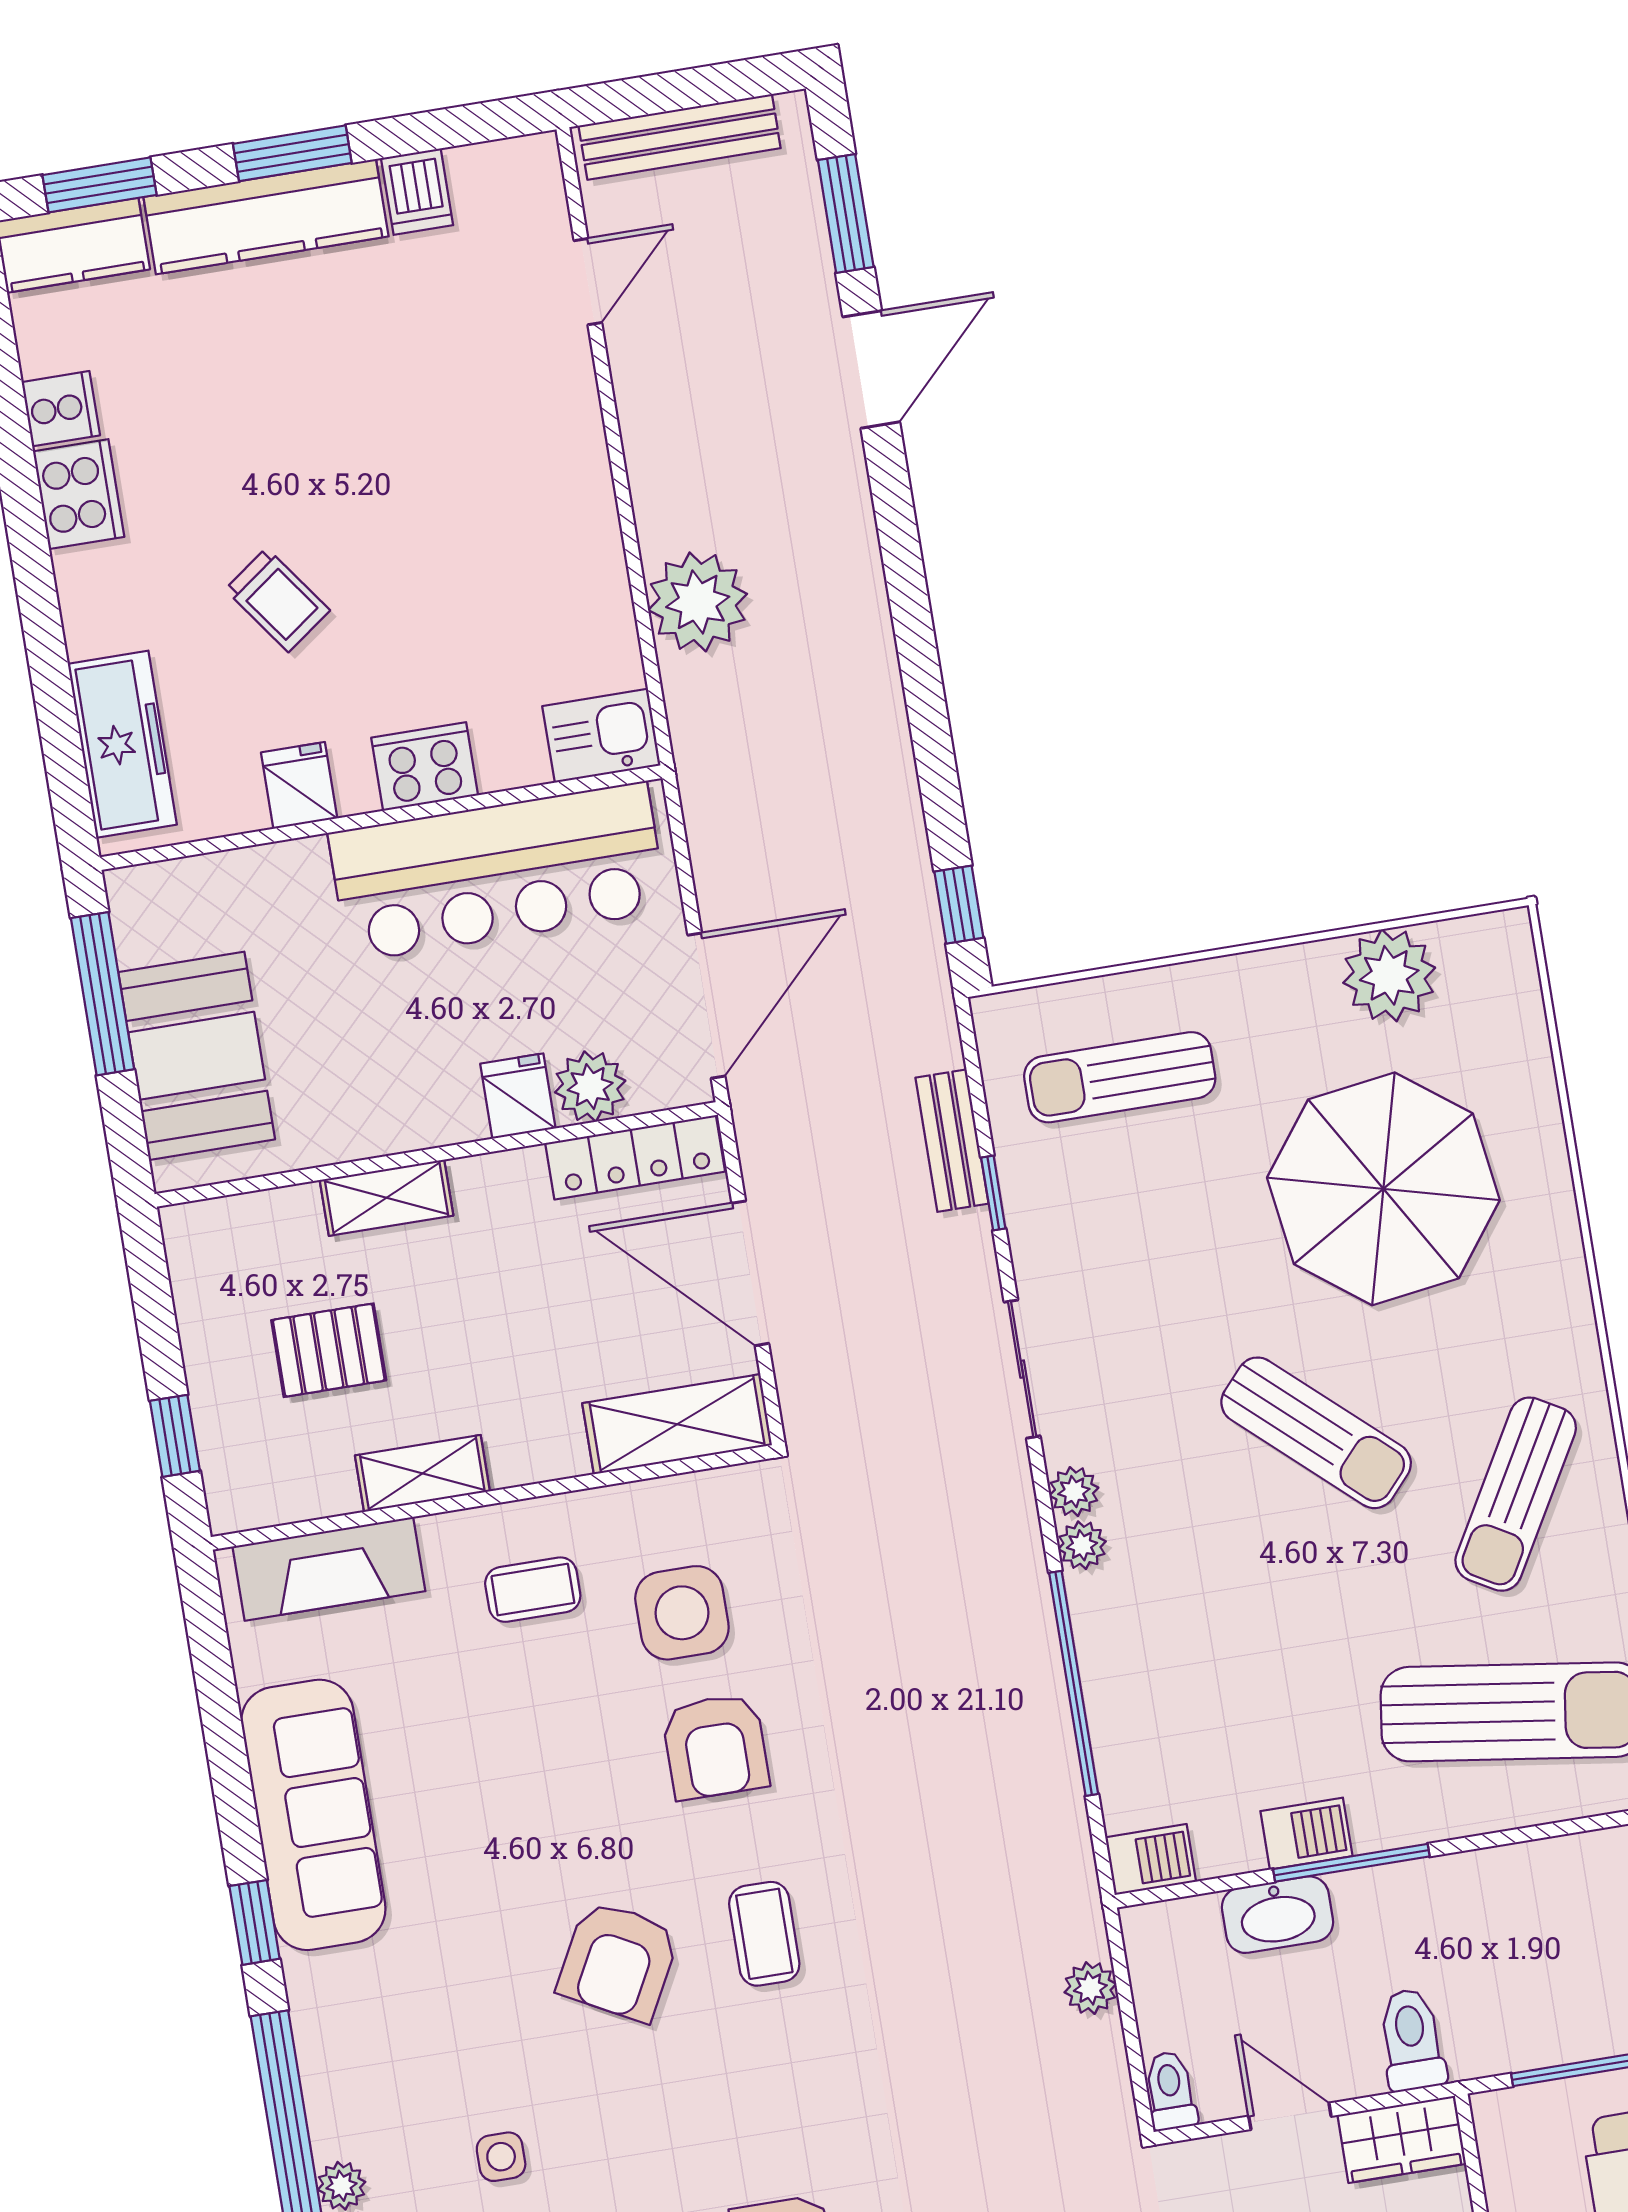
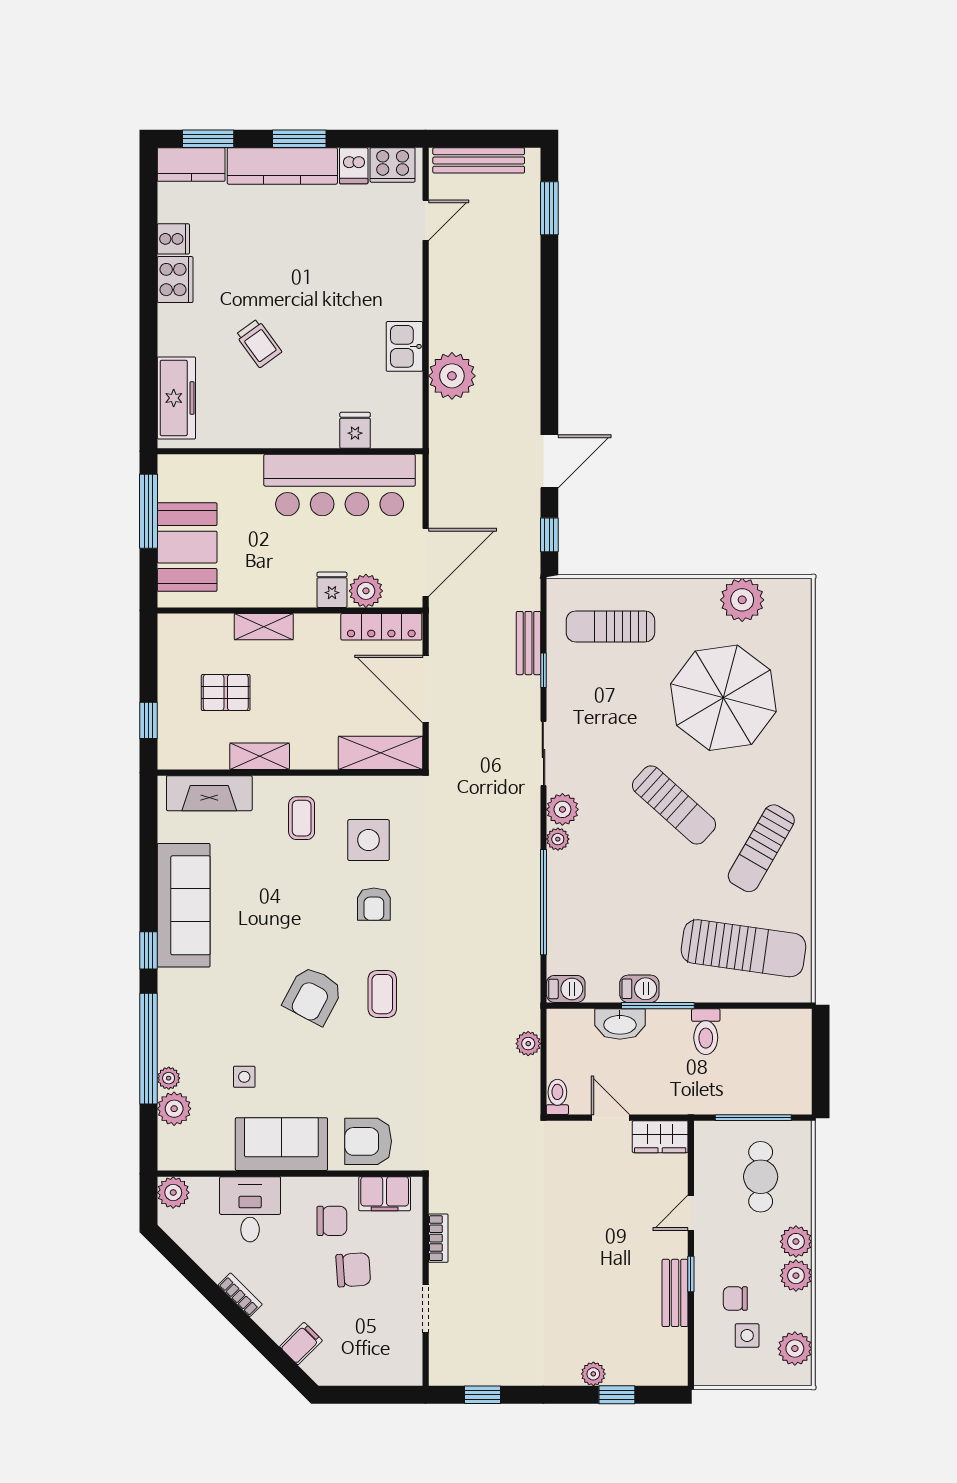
door: (871, 369) -> (549, 461), moved
kitchen sink: (601, 736) -> (404, 346), moved, turned -90
cooker: (425, 766) -> (393, 165), moved, turned 180
fridge: (299, 785) -> (355, 430), moved
plant: (1074, 1492) -> (562, 809), width x1.38, depth x1.38
coffee table: (533, 1590) -> (302, 818), turned 90
armchair: (715, 1746) -> (374, 904), width x0.72, depth x0.72
toilet: (1412, 2040) -> (706, 1032), moved, turned 180

